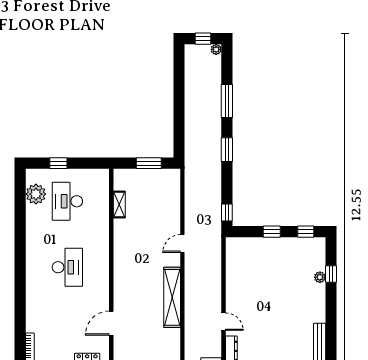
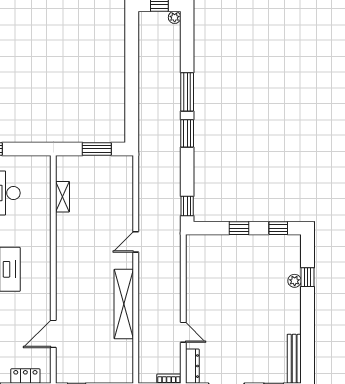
window: (227, 101) -> (187, 92), moved

